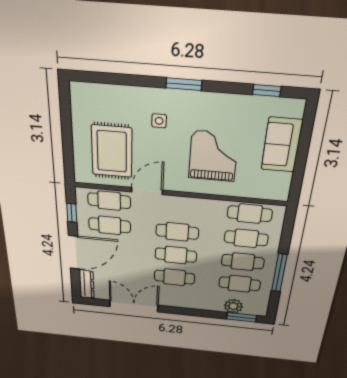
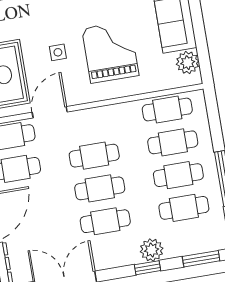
side table: (159, 121) -> (58, 52), moved
plant: (281, 182) -> (188, 63), added
plant: (233, 306) -> (152, 250), moved
window: (199, 313) -> (148, 268), added

